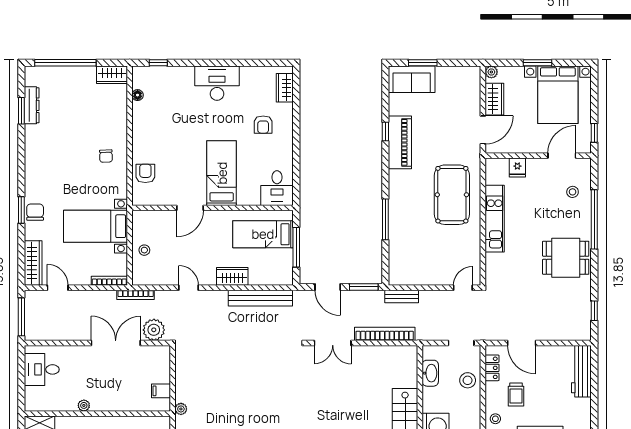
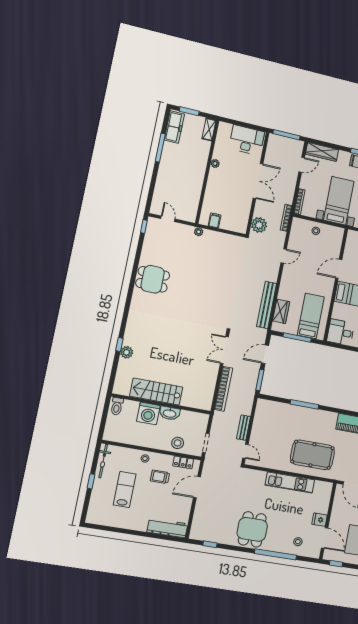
fridge: (517, 168) -> (320, 520), moved
door: (190, 208) -> (339, 269), hinge flipped
wardrobe: (232, 276) -> (281, 311), moved
bench: (402, 296) -> (244, 428), moved
double door: (116, 343) -> (258, 181), moved
desk: (42, 369) -> (247, 140), width x1.37
washbasin: (430, 373) -> (170, 413), moved

